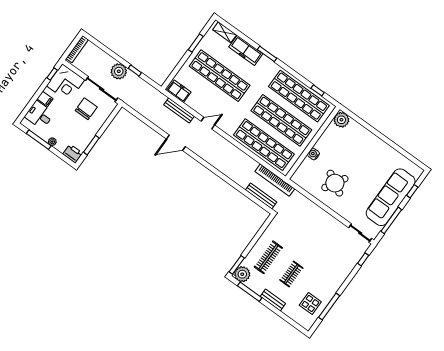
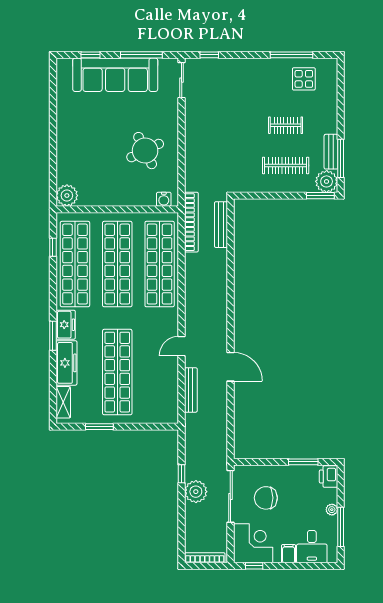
freezer: (179, 91) -> (66, 325), moved, turned 180
door: (208, 123) -> (182, 346), hinge flipped
water cooler: (314, 154) -> (164, 199), moved
round table: (335, 183) -> (145, 151), turned 34
bench: (273, 300) -> (331, 152), moved

